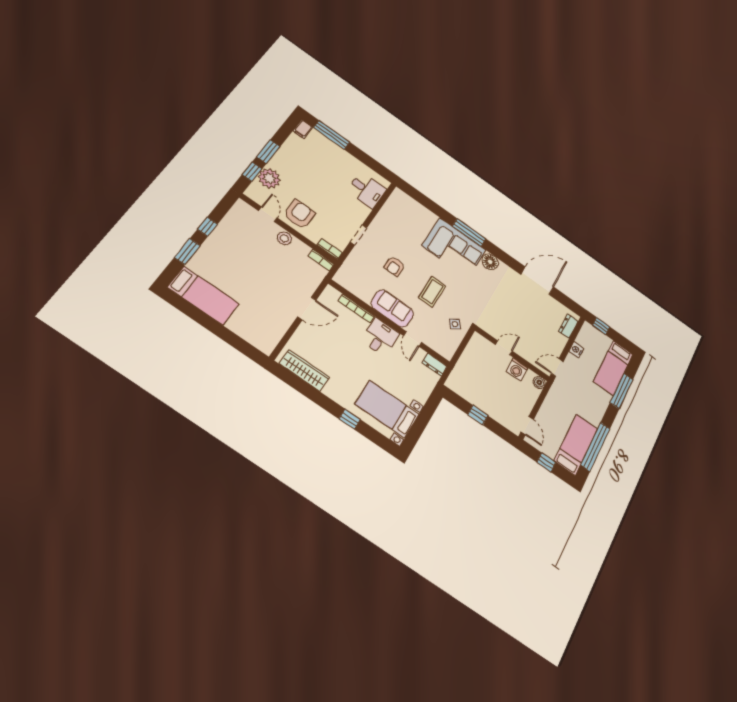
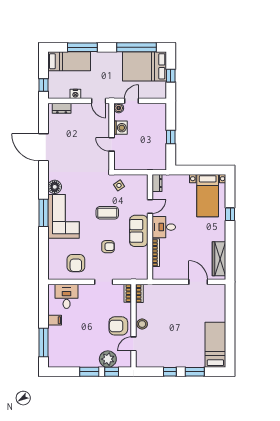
filing cabinet: (303, 129) -> (55, 320), moved
armchair: (397, 224) -> (76, 263), added
door: (307, 308) -> (198, 282), moved
door: (527, 426) -> (132, 101), moved
bed: (576, 445) -> (145, 66), width x1.50

